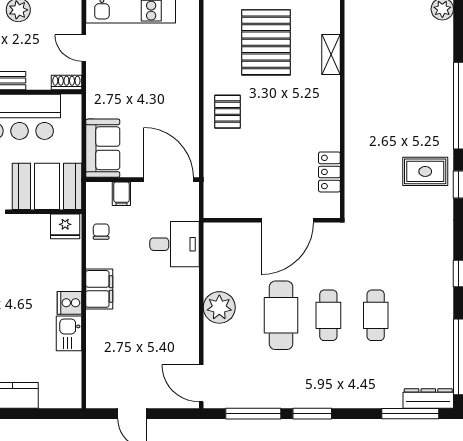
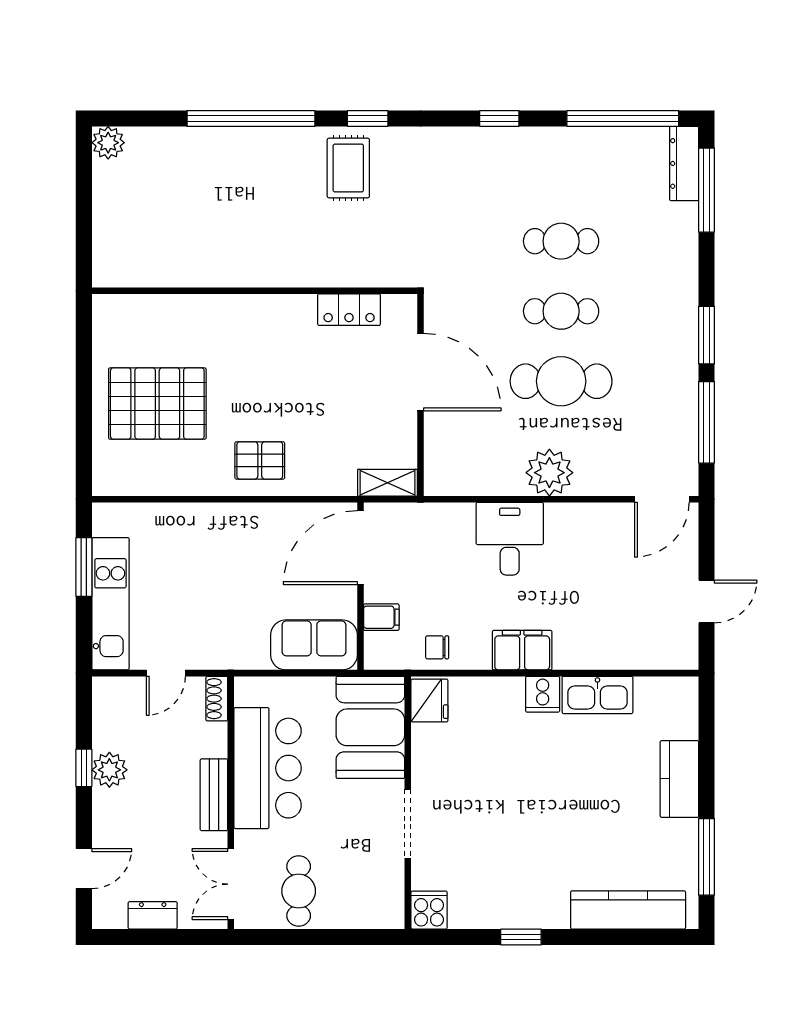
shelving: (331, 54) -> (387, 483), moved
desk: (175, 244) -> (510, 539), moved
kitchen sink: (69, 333) -> (597, 695), width x1.38

